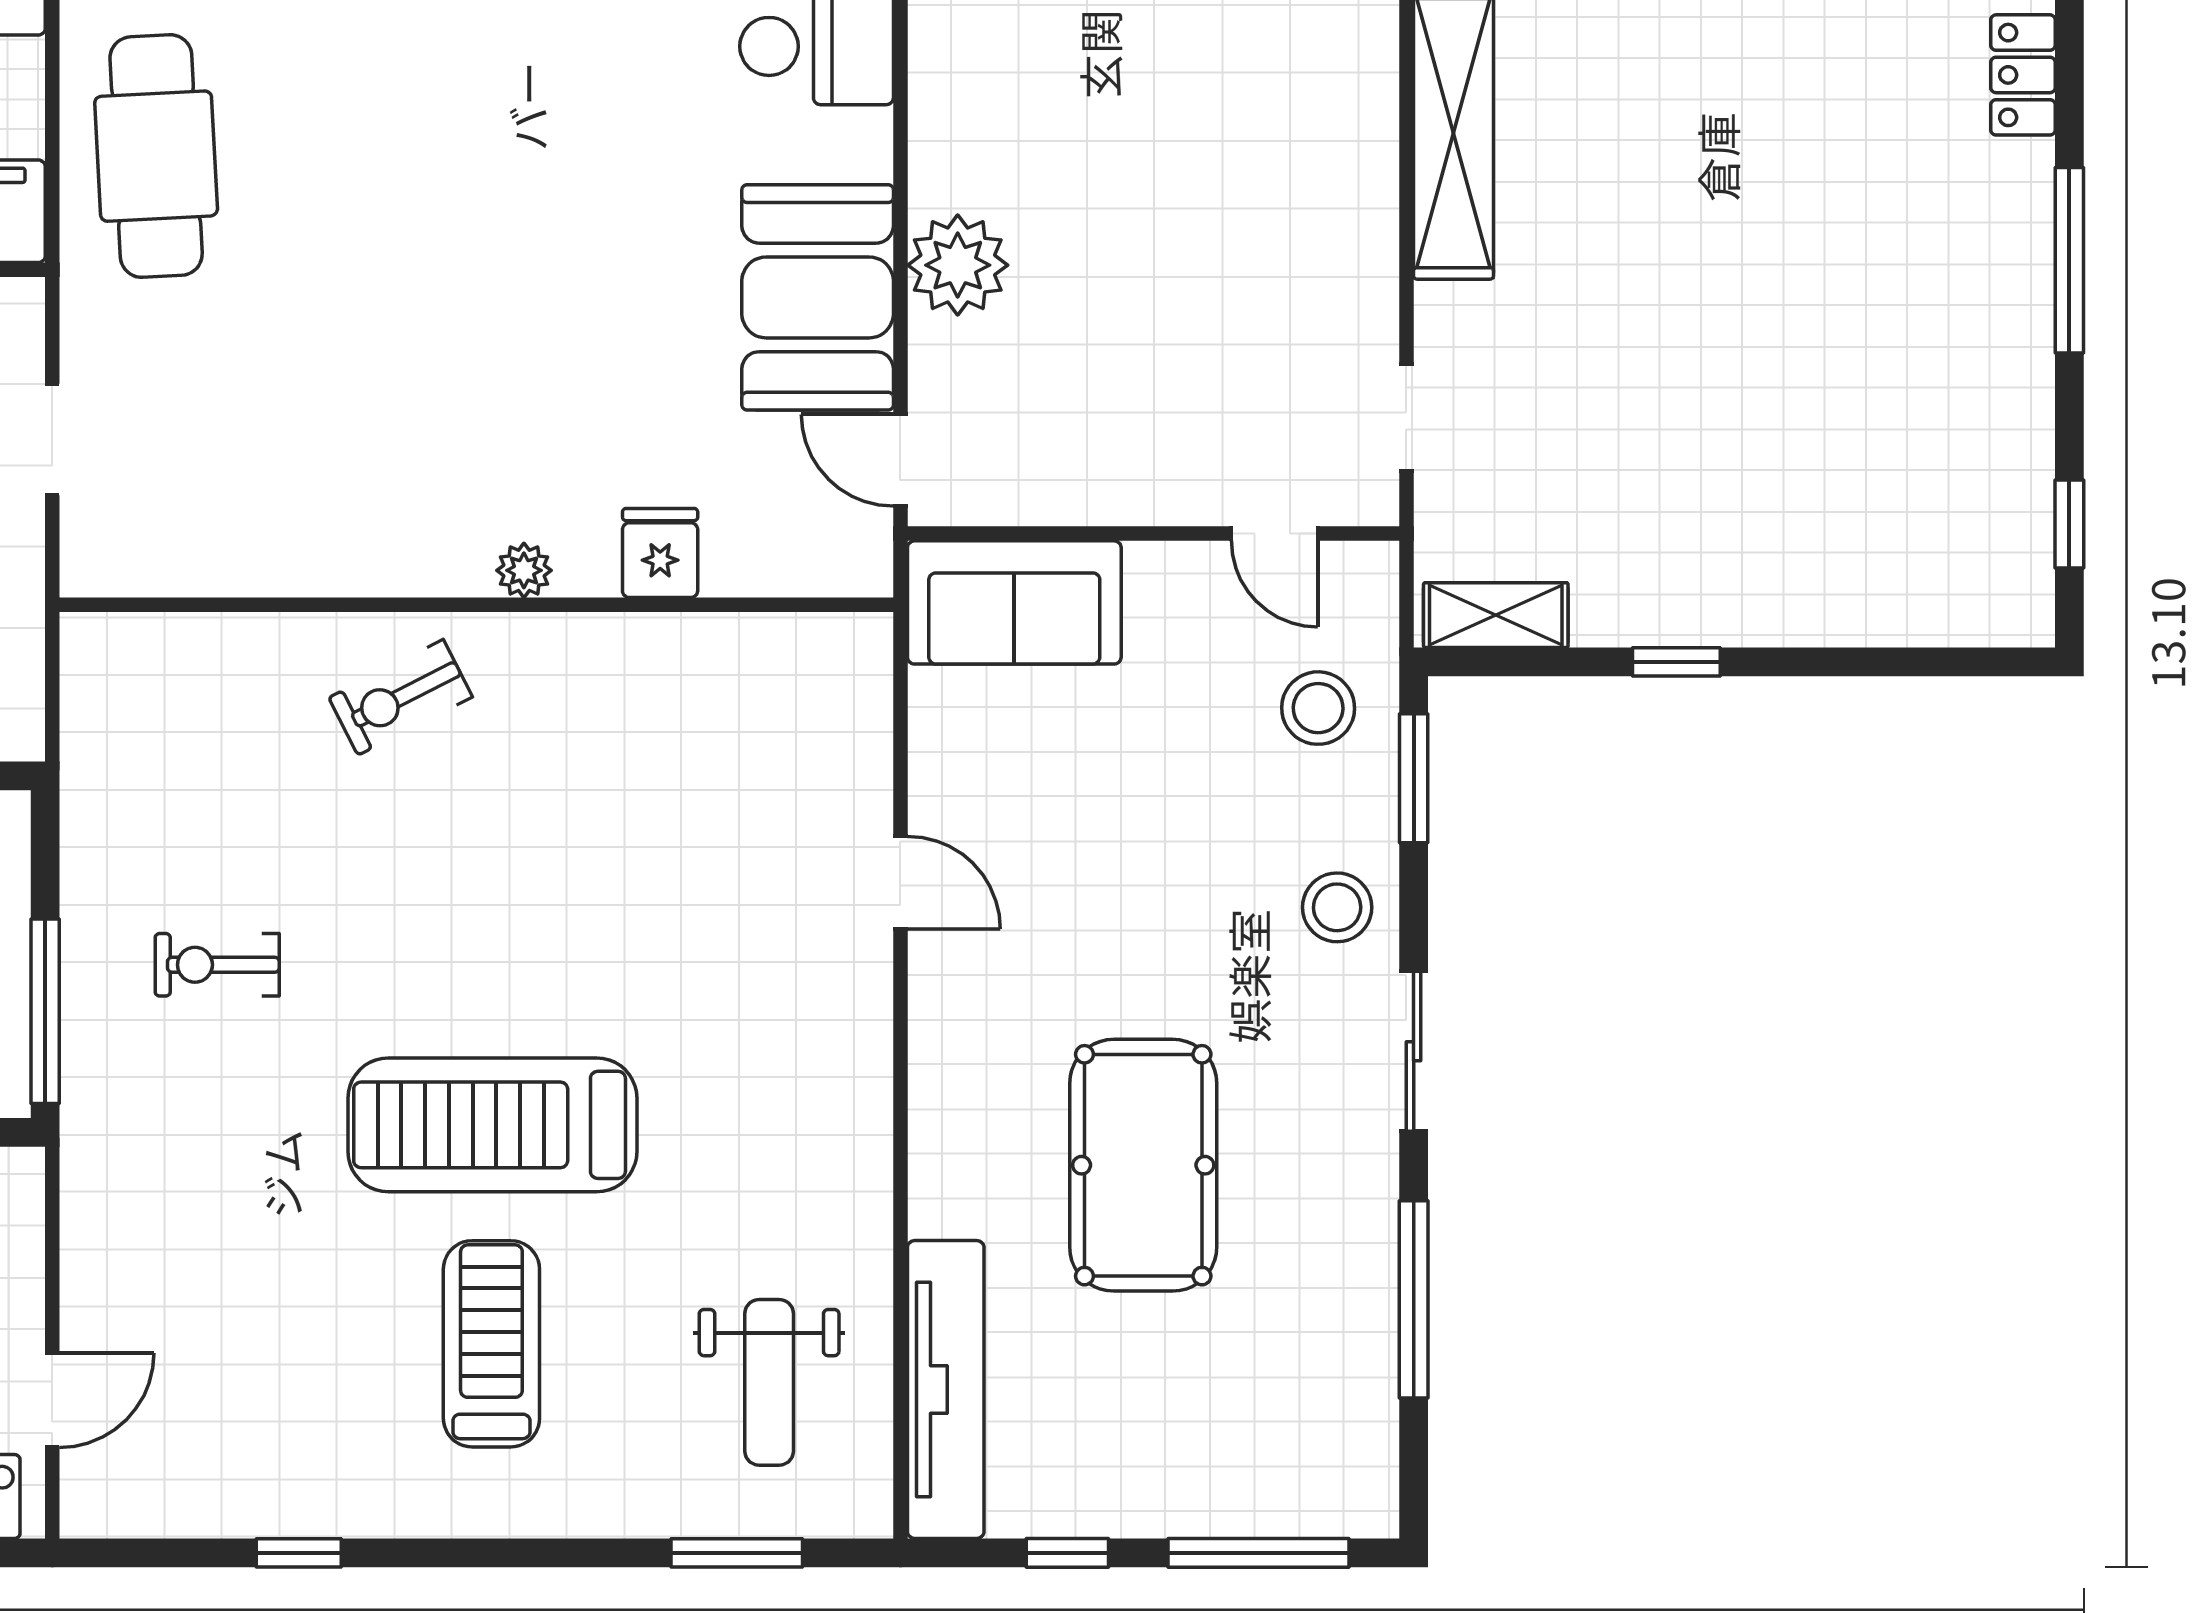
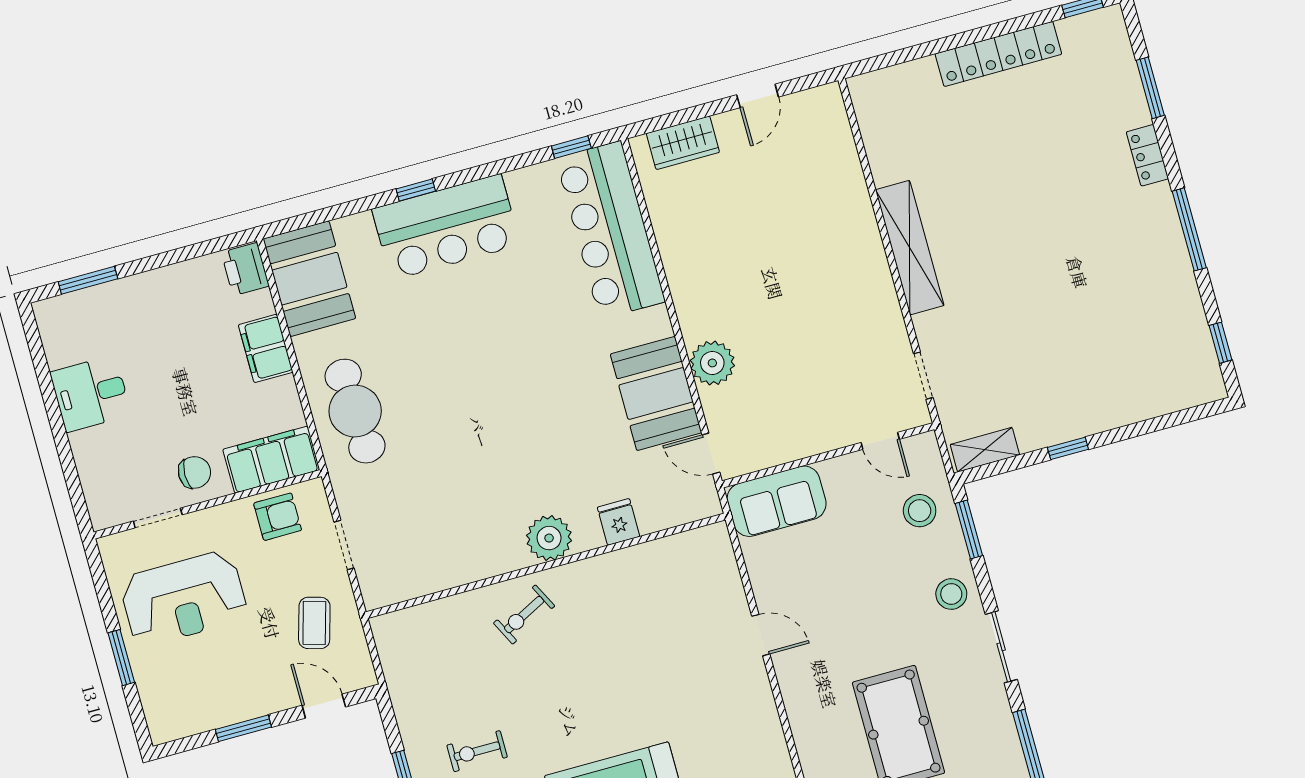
plant: (524, 570) -> (549, 538), width x1.88, depth x1.88

